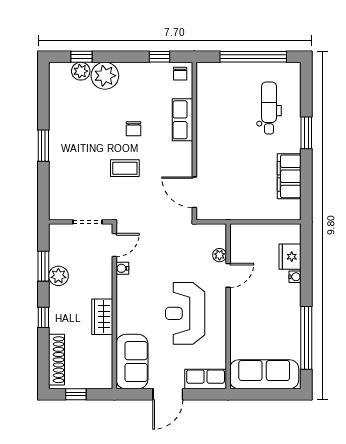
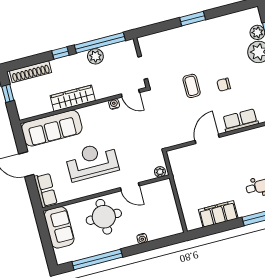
door: (194, 192) -> (207, 139), moved
plant: (220, 255) -> (160, 172), moved
fridge: (290, 257) -> (157, 231), removed
window: (43, 266) -> (100, 43), width x2.11
round table: (256, 316) -> (104, 217), added
wardrobe: (102, 317) -> (73, 98), width x1.50
sofa: (132, 362) -> (52, 128), width x1.36
sofa: (264, 374) -> (59, 227), width x0.73

